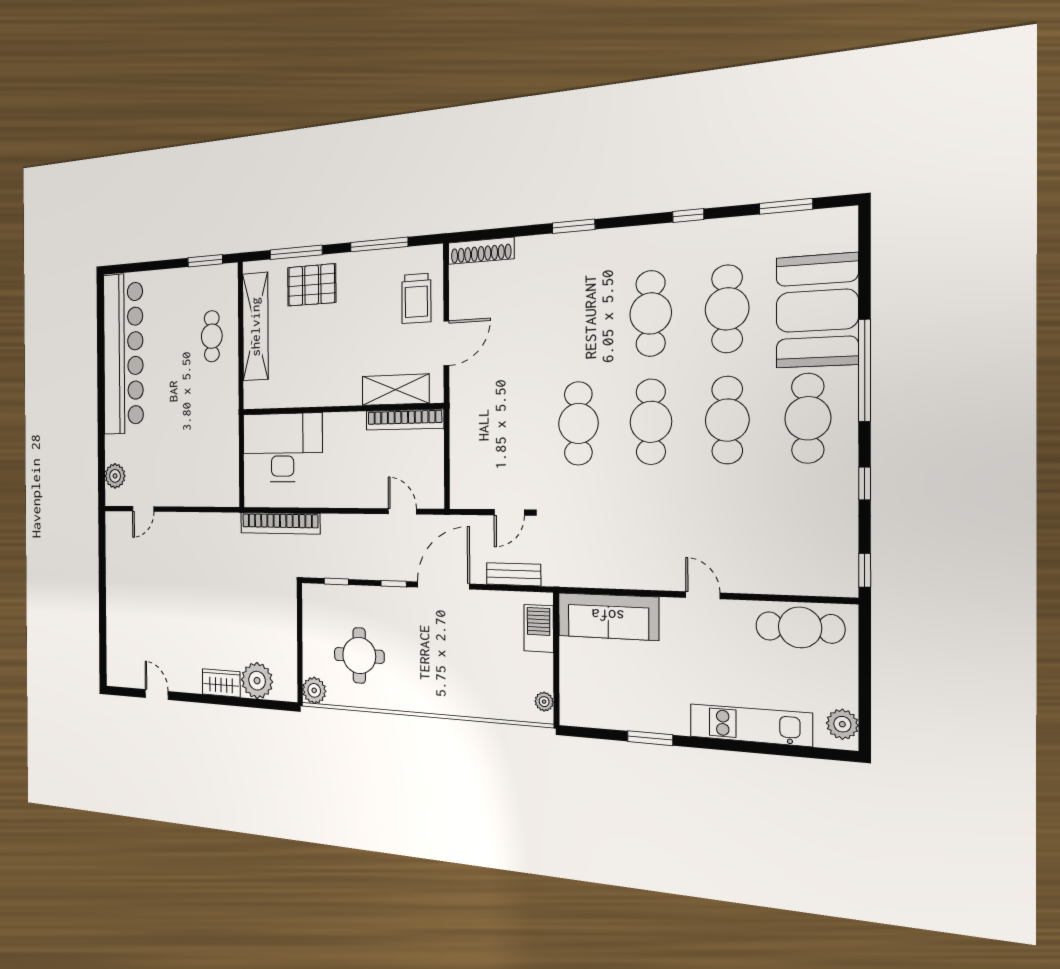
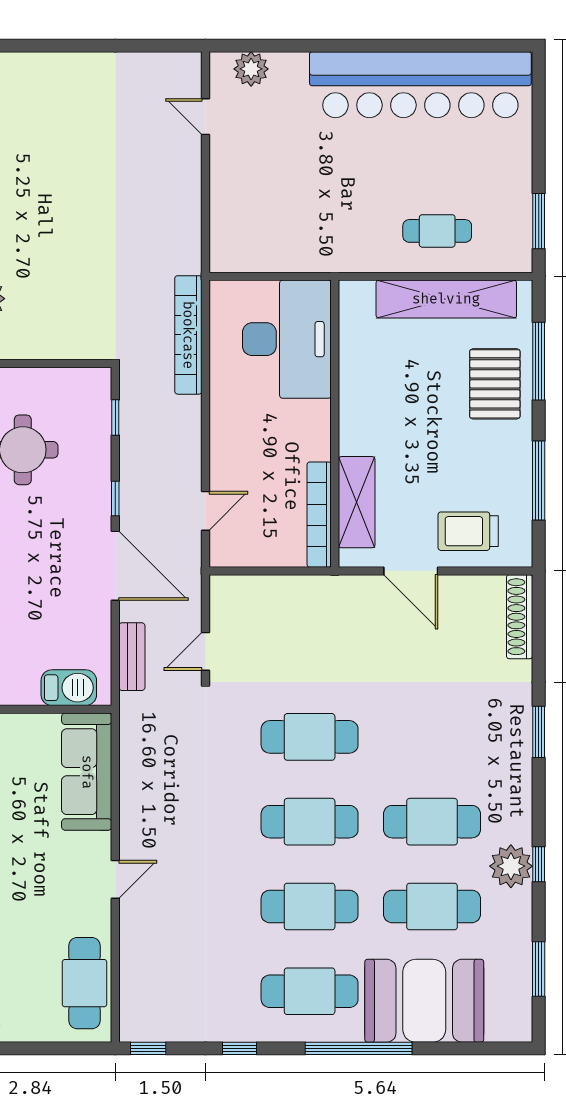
plant: (690, 240) -> (511, 866), added
door: (509, 512) -> (205, 651), hinge flipped

